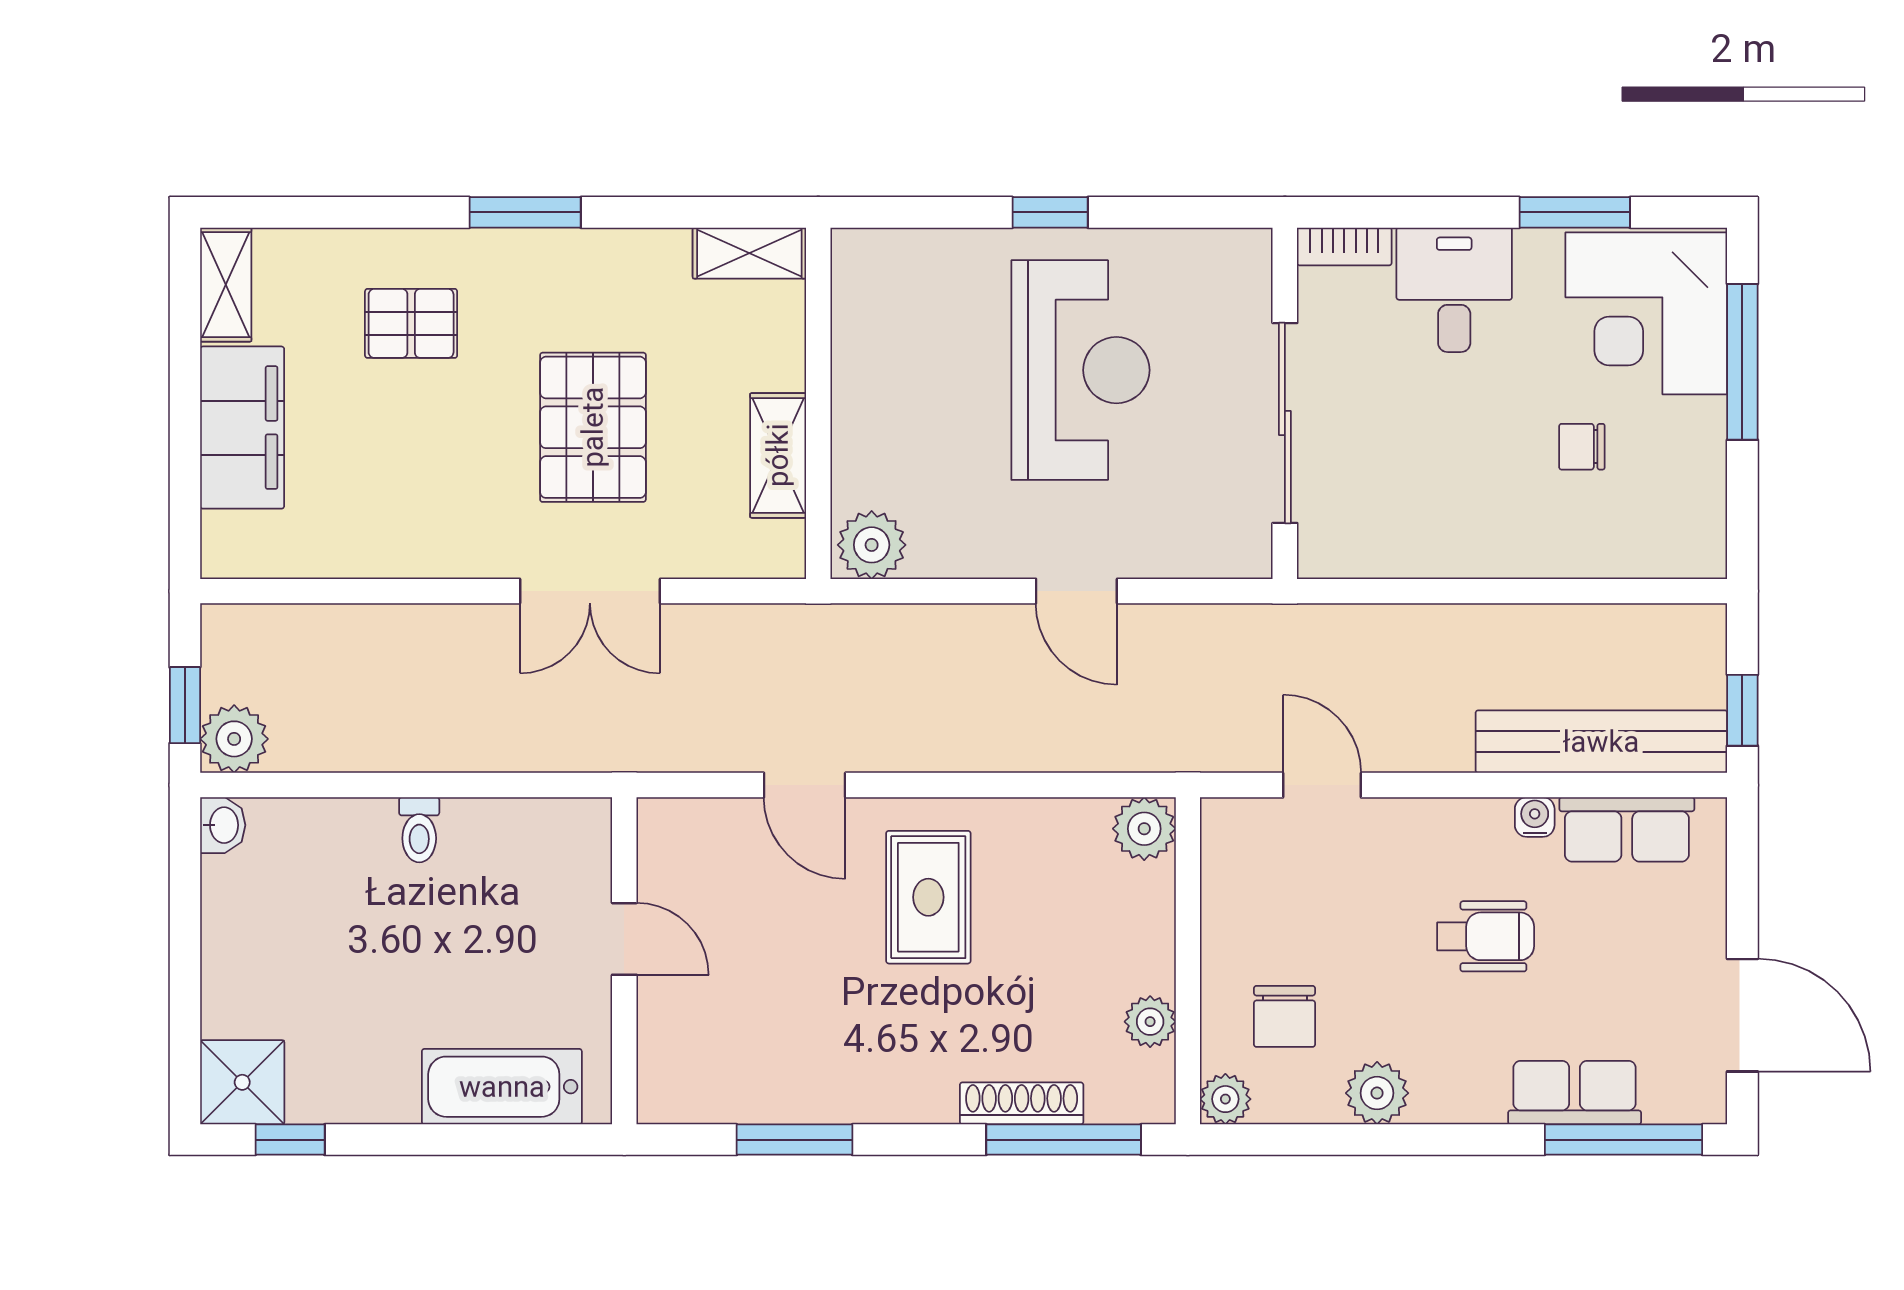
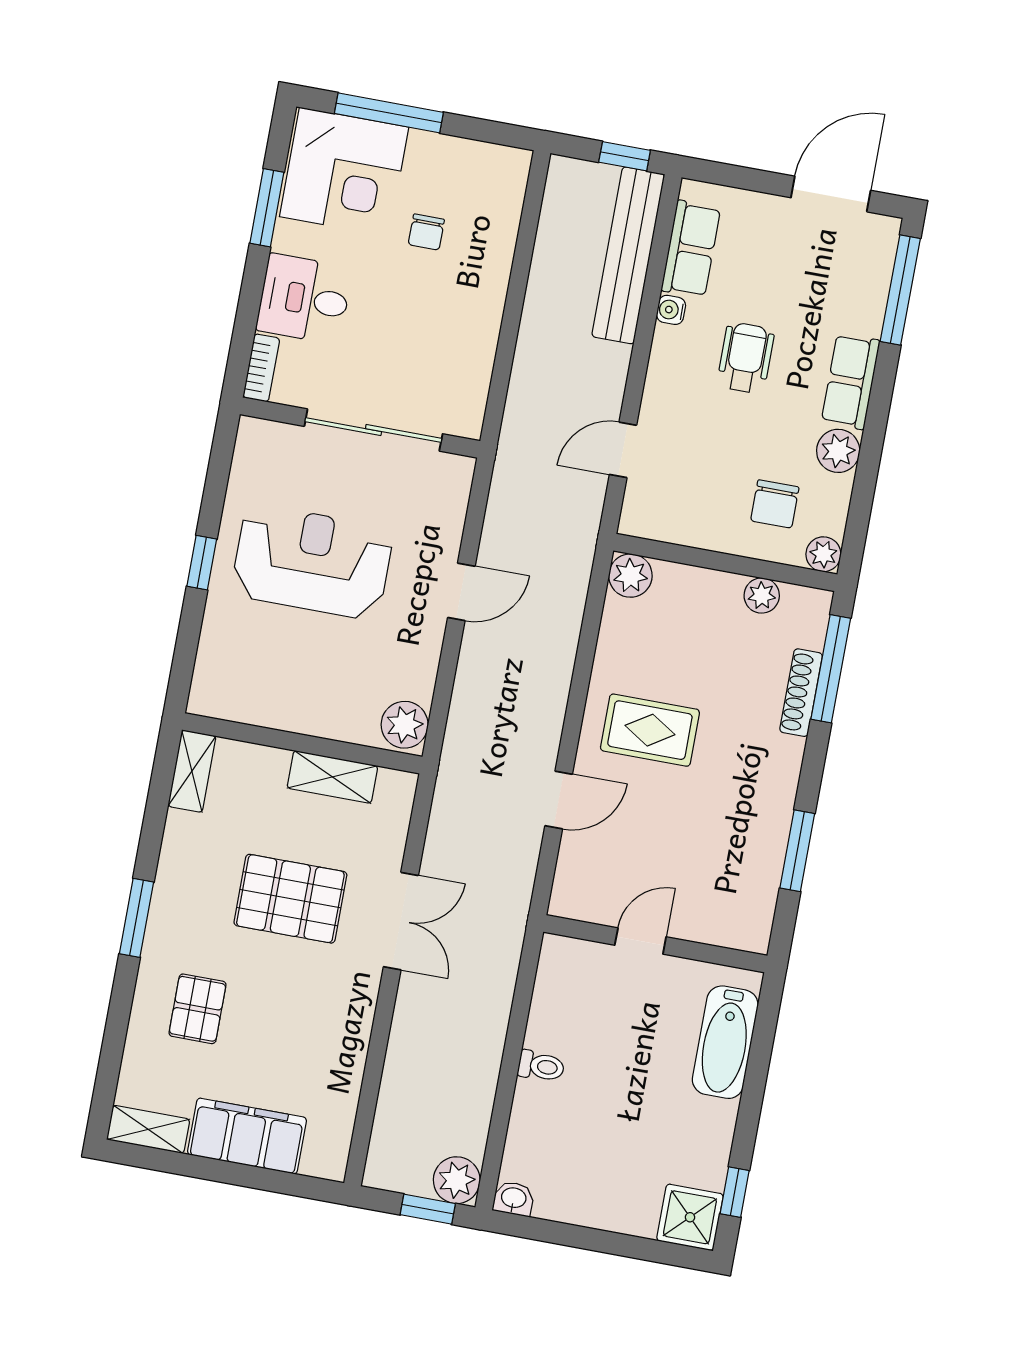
chair: (1285, 1016) -> (775, 504), turned 90
row of seats: (1575, 1093) -> (851, 381), moved

